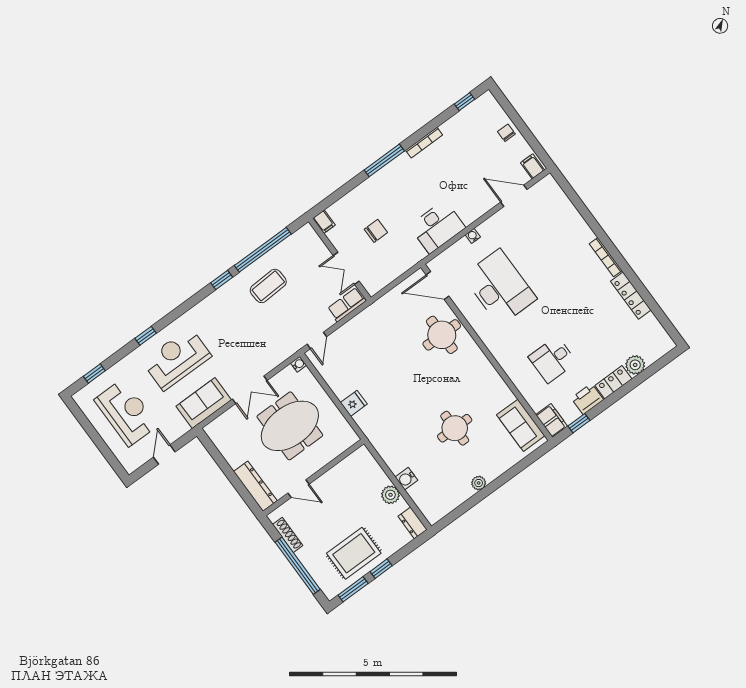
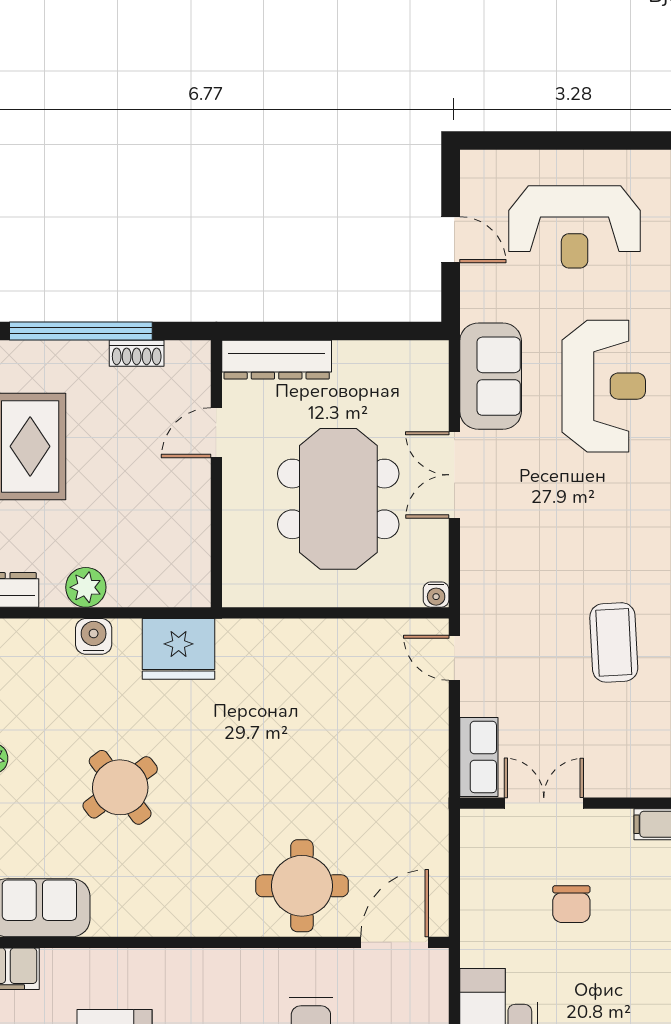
fridge: (354, 403) -> (179, 649), moved, width x1.88, depth x1.34
round table: (455, 428) -> (120, 787), turned -37
shoe rack: (288, 535) -> (137, 353), width x0.70

